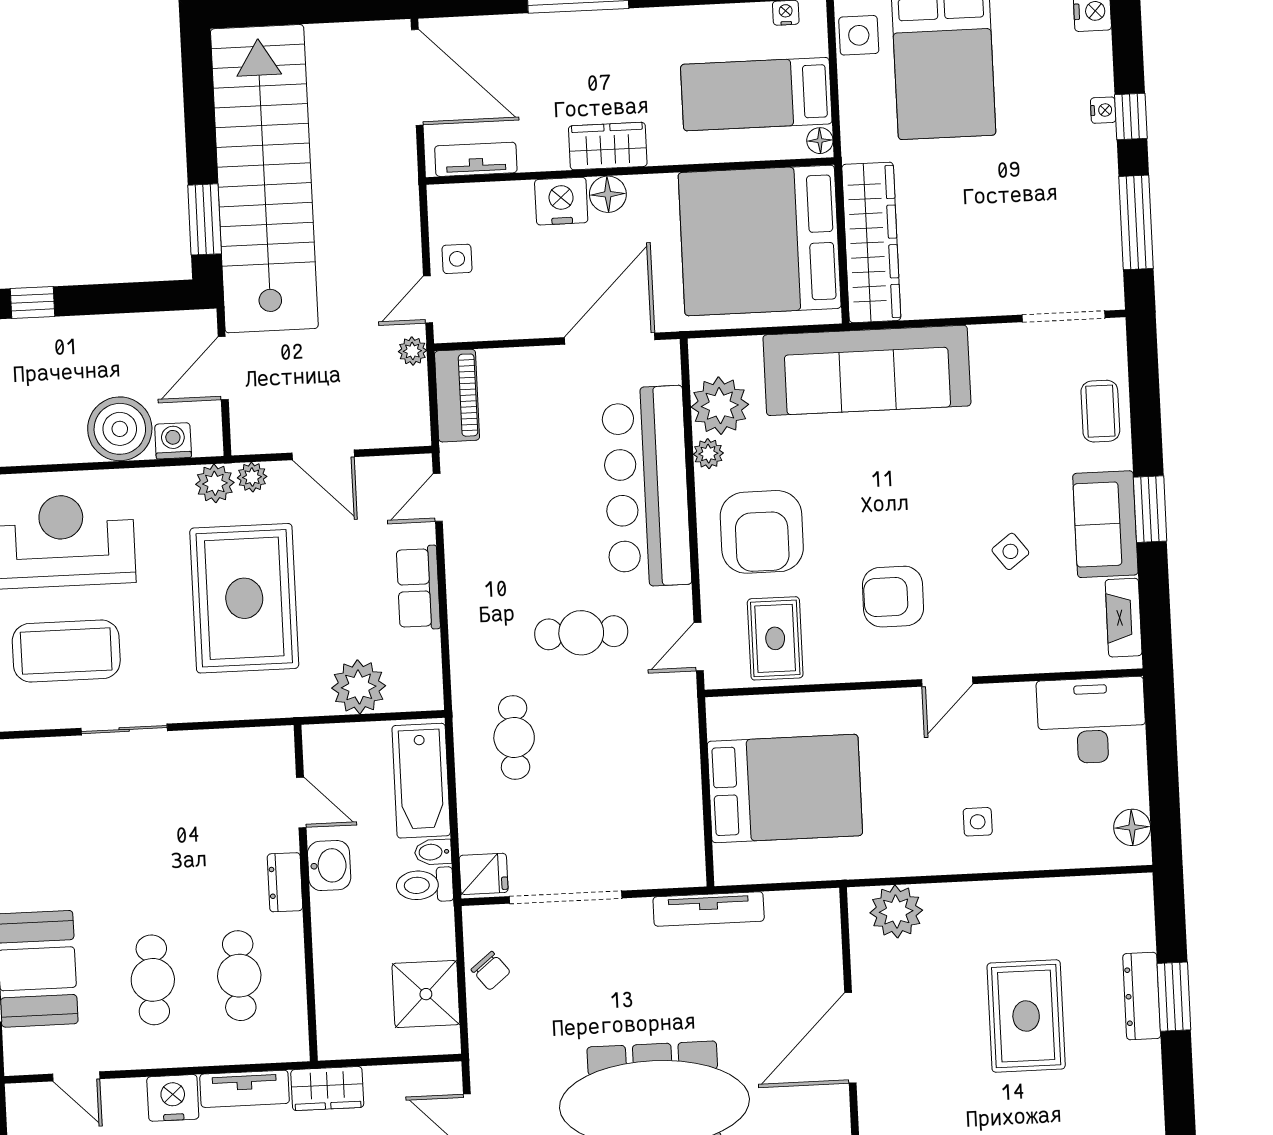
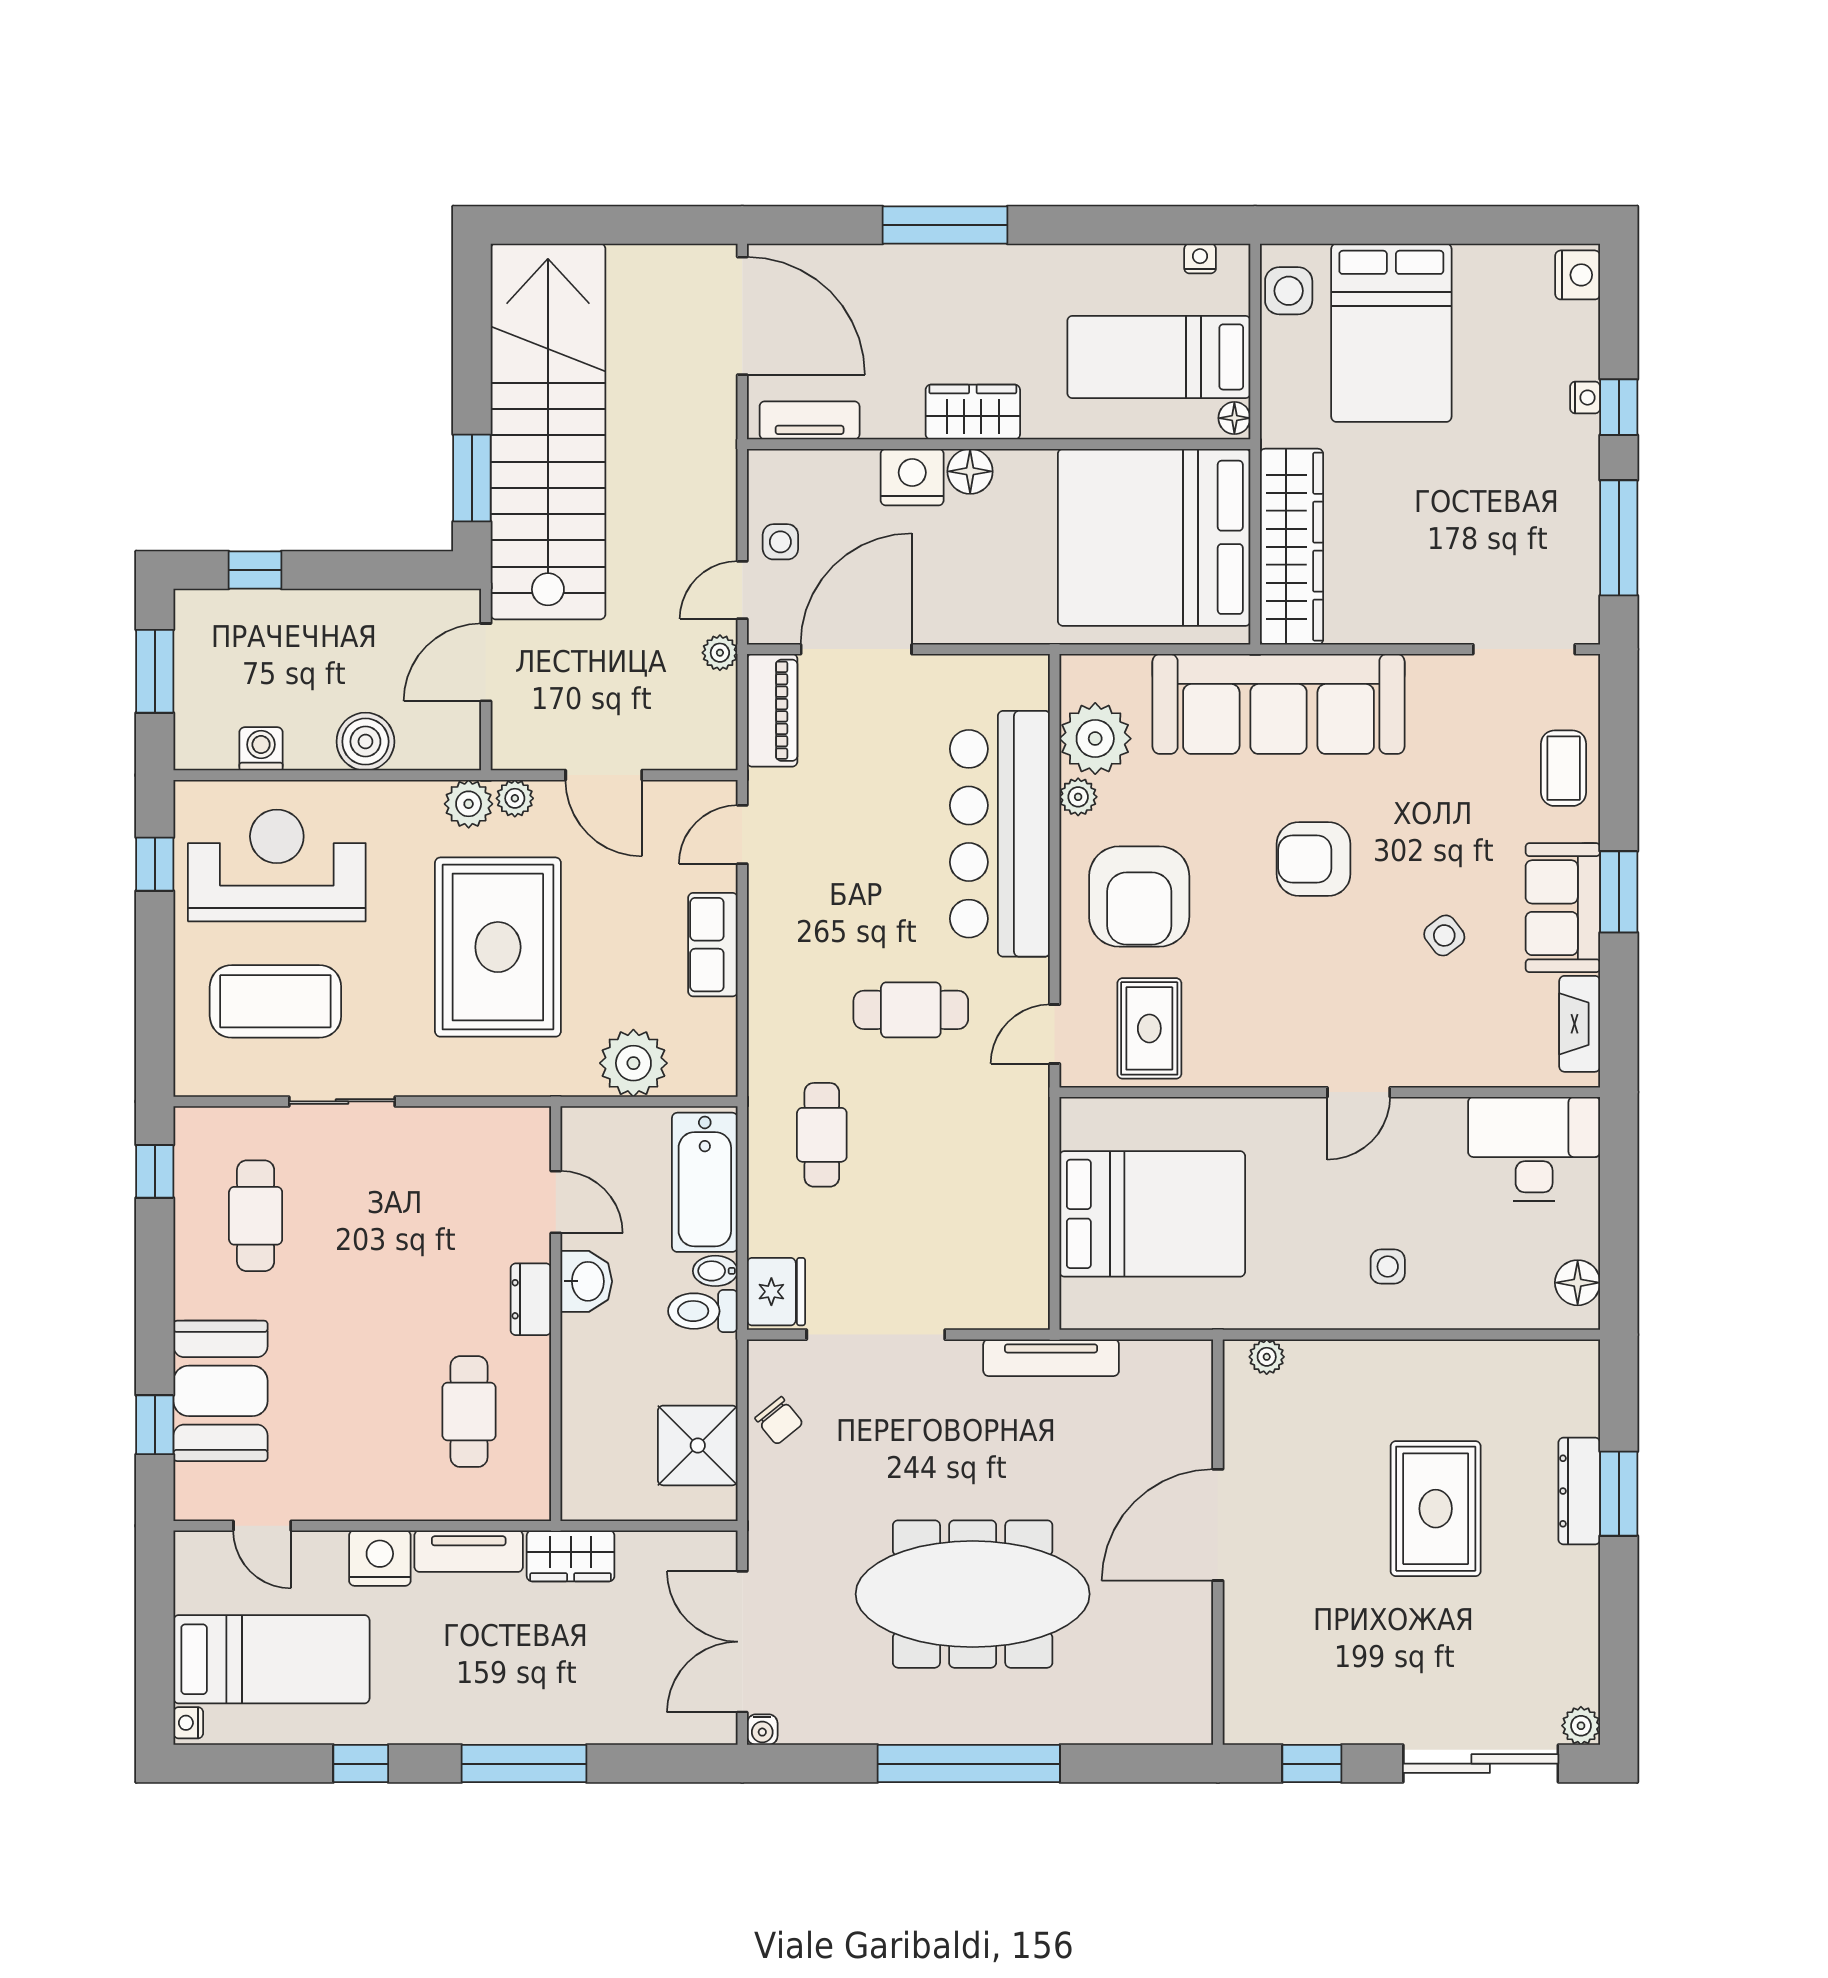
door: (610, 339) -> (856, 649), moved
boiler: (120, 429) -> (365, 742), width x0.73, depth x0.73
washing machine: (173, 441) -> (261, 749), moved
armchair: (893, 597) -> (1314, 859), moved
fridge: (484, 874) -> (776, 1292), width x1.38
plant: (896, 911) -> (1267, 1357), width x0.53, depth x0.53
cafe table: (153, 980) -> (256, 1216), moved

